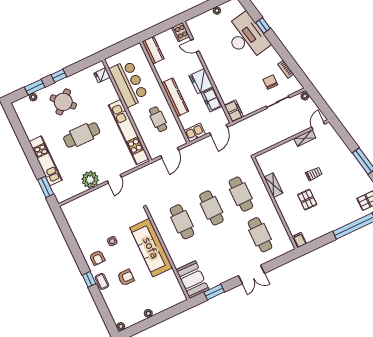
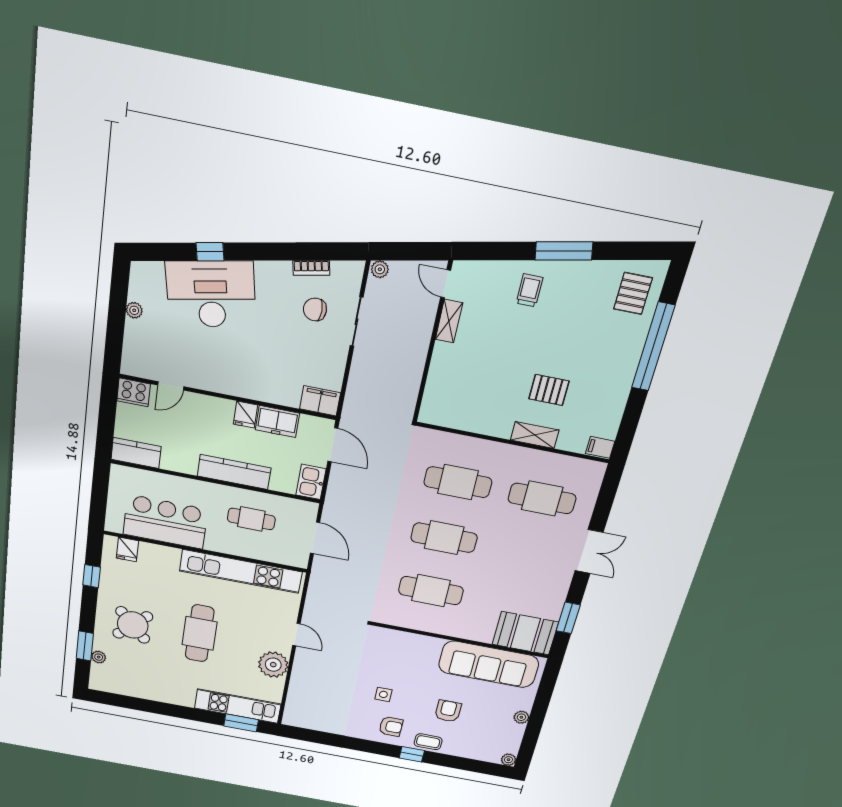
window: (59, 76) -> (92, 576), moved
fridge: (201, 81) -> (246, 415), width x0.53, depth x0.75
kitchen unit: (46, 161) -> (238, 706), moved
trolley: (314, 174) -> (529, 290), moved
shelving: (273, 185) -> (535, 435), moved
sofa: (151, 248) -> (489, 664), moved

